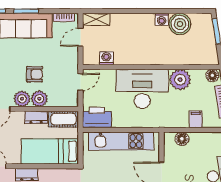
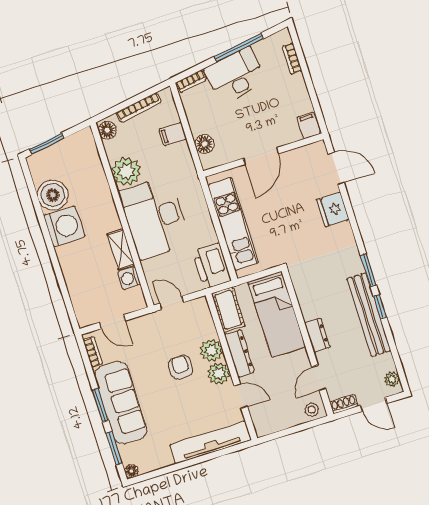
shelving: (96, 19) -> (121, 250), moved
washing machine: (162, 19) -> (64, 226), width x1.89, depth x1.89
dresser: (36, 117) -> (239, 353), width x1.44

